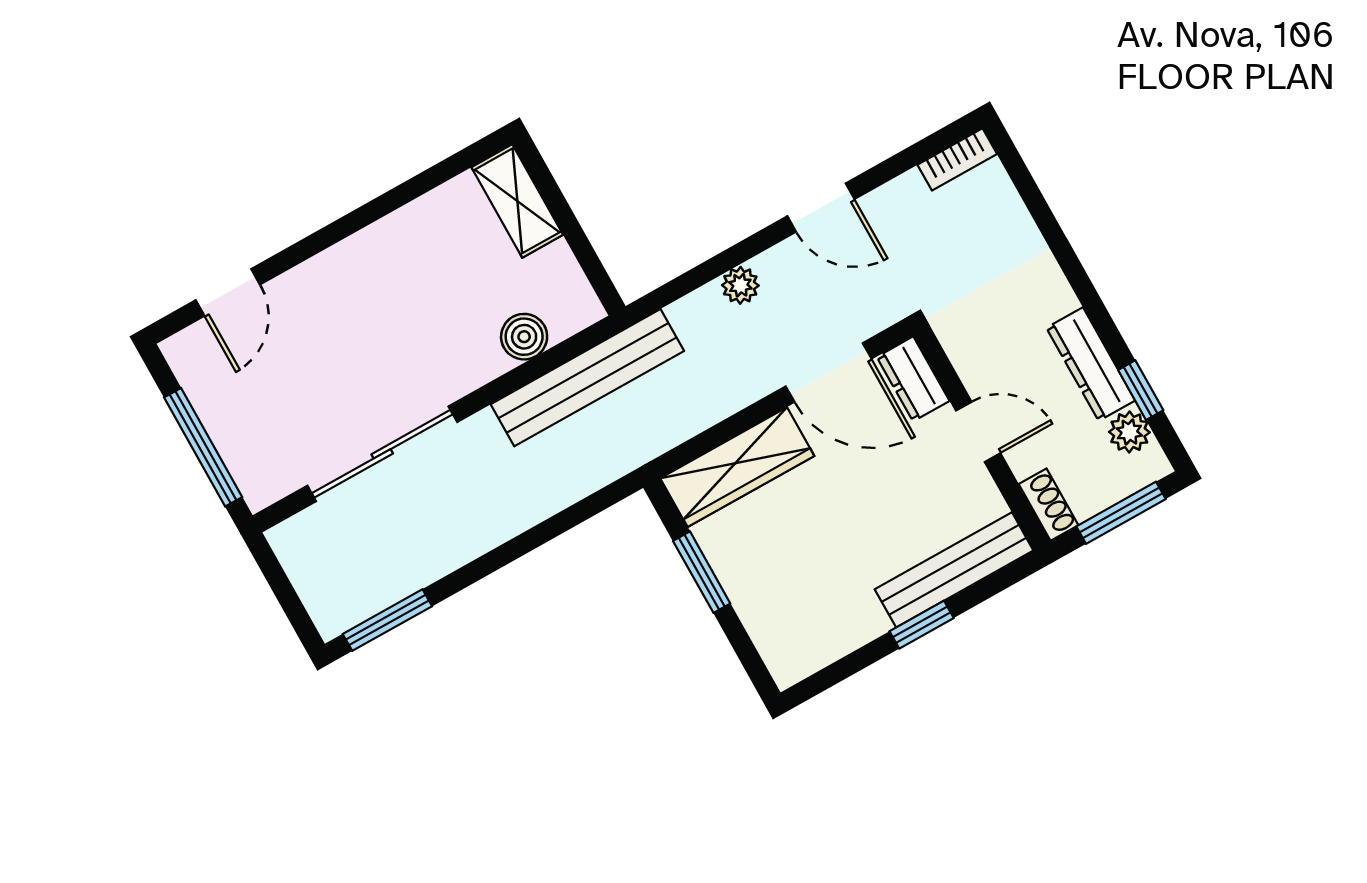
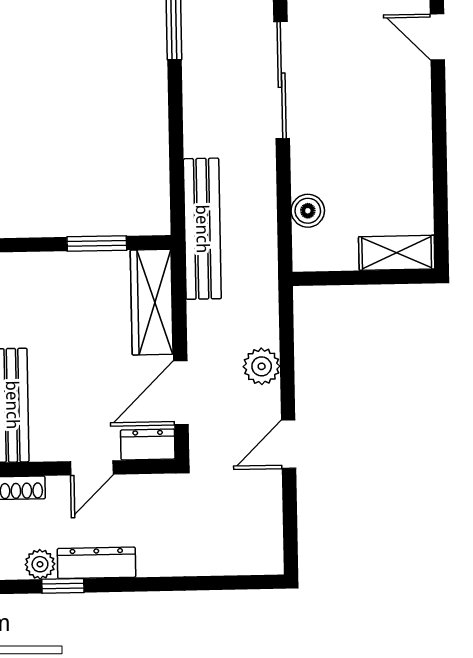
bookcase: (957, 159) -> (273, 548), removed
plant: (740, 285) -> (262, 366), width x1.38, depth x1.38
bench: (587, 378) -> (202, 229), moved

